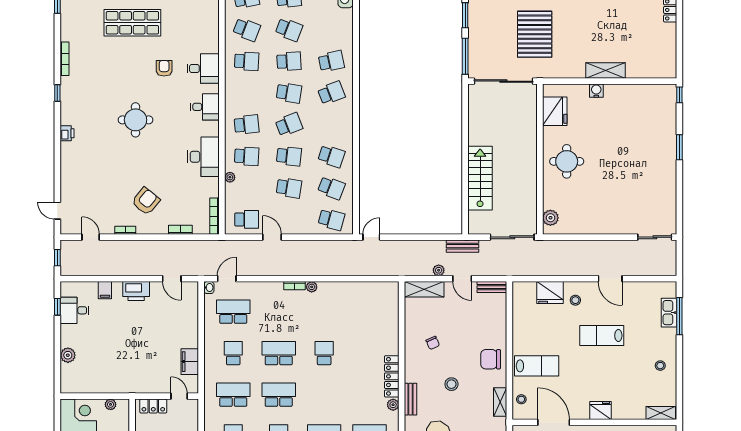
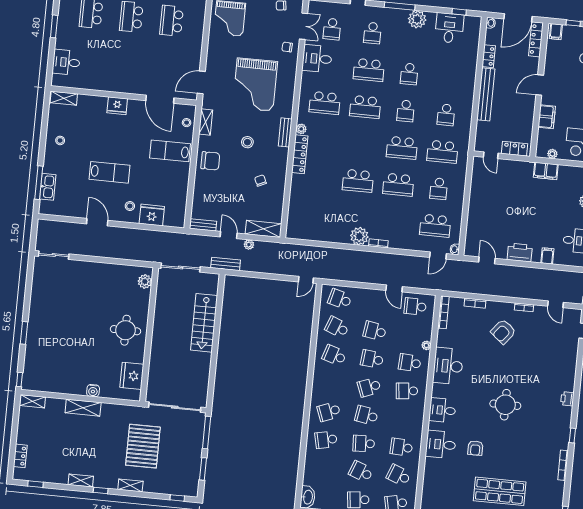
shelving: (662, 72) -> (33, 401), added
plant: (312, 287) -> (359, 236), width x1.88, depth x1.88
school desk: (324, 353) -> (358, 181), width x1.85
filing cabinet: (190, 362) -> (546, 171), moved, turned 90

